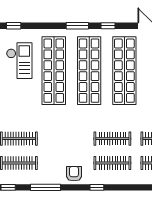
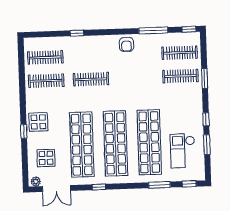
window: (77, 26) -> (159, 185), moved
clothes rail: (112, 163) -> (90, 56), removed
window: (97, 187) -> (77, 33), moved

